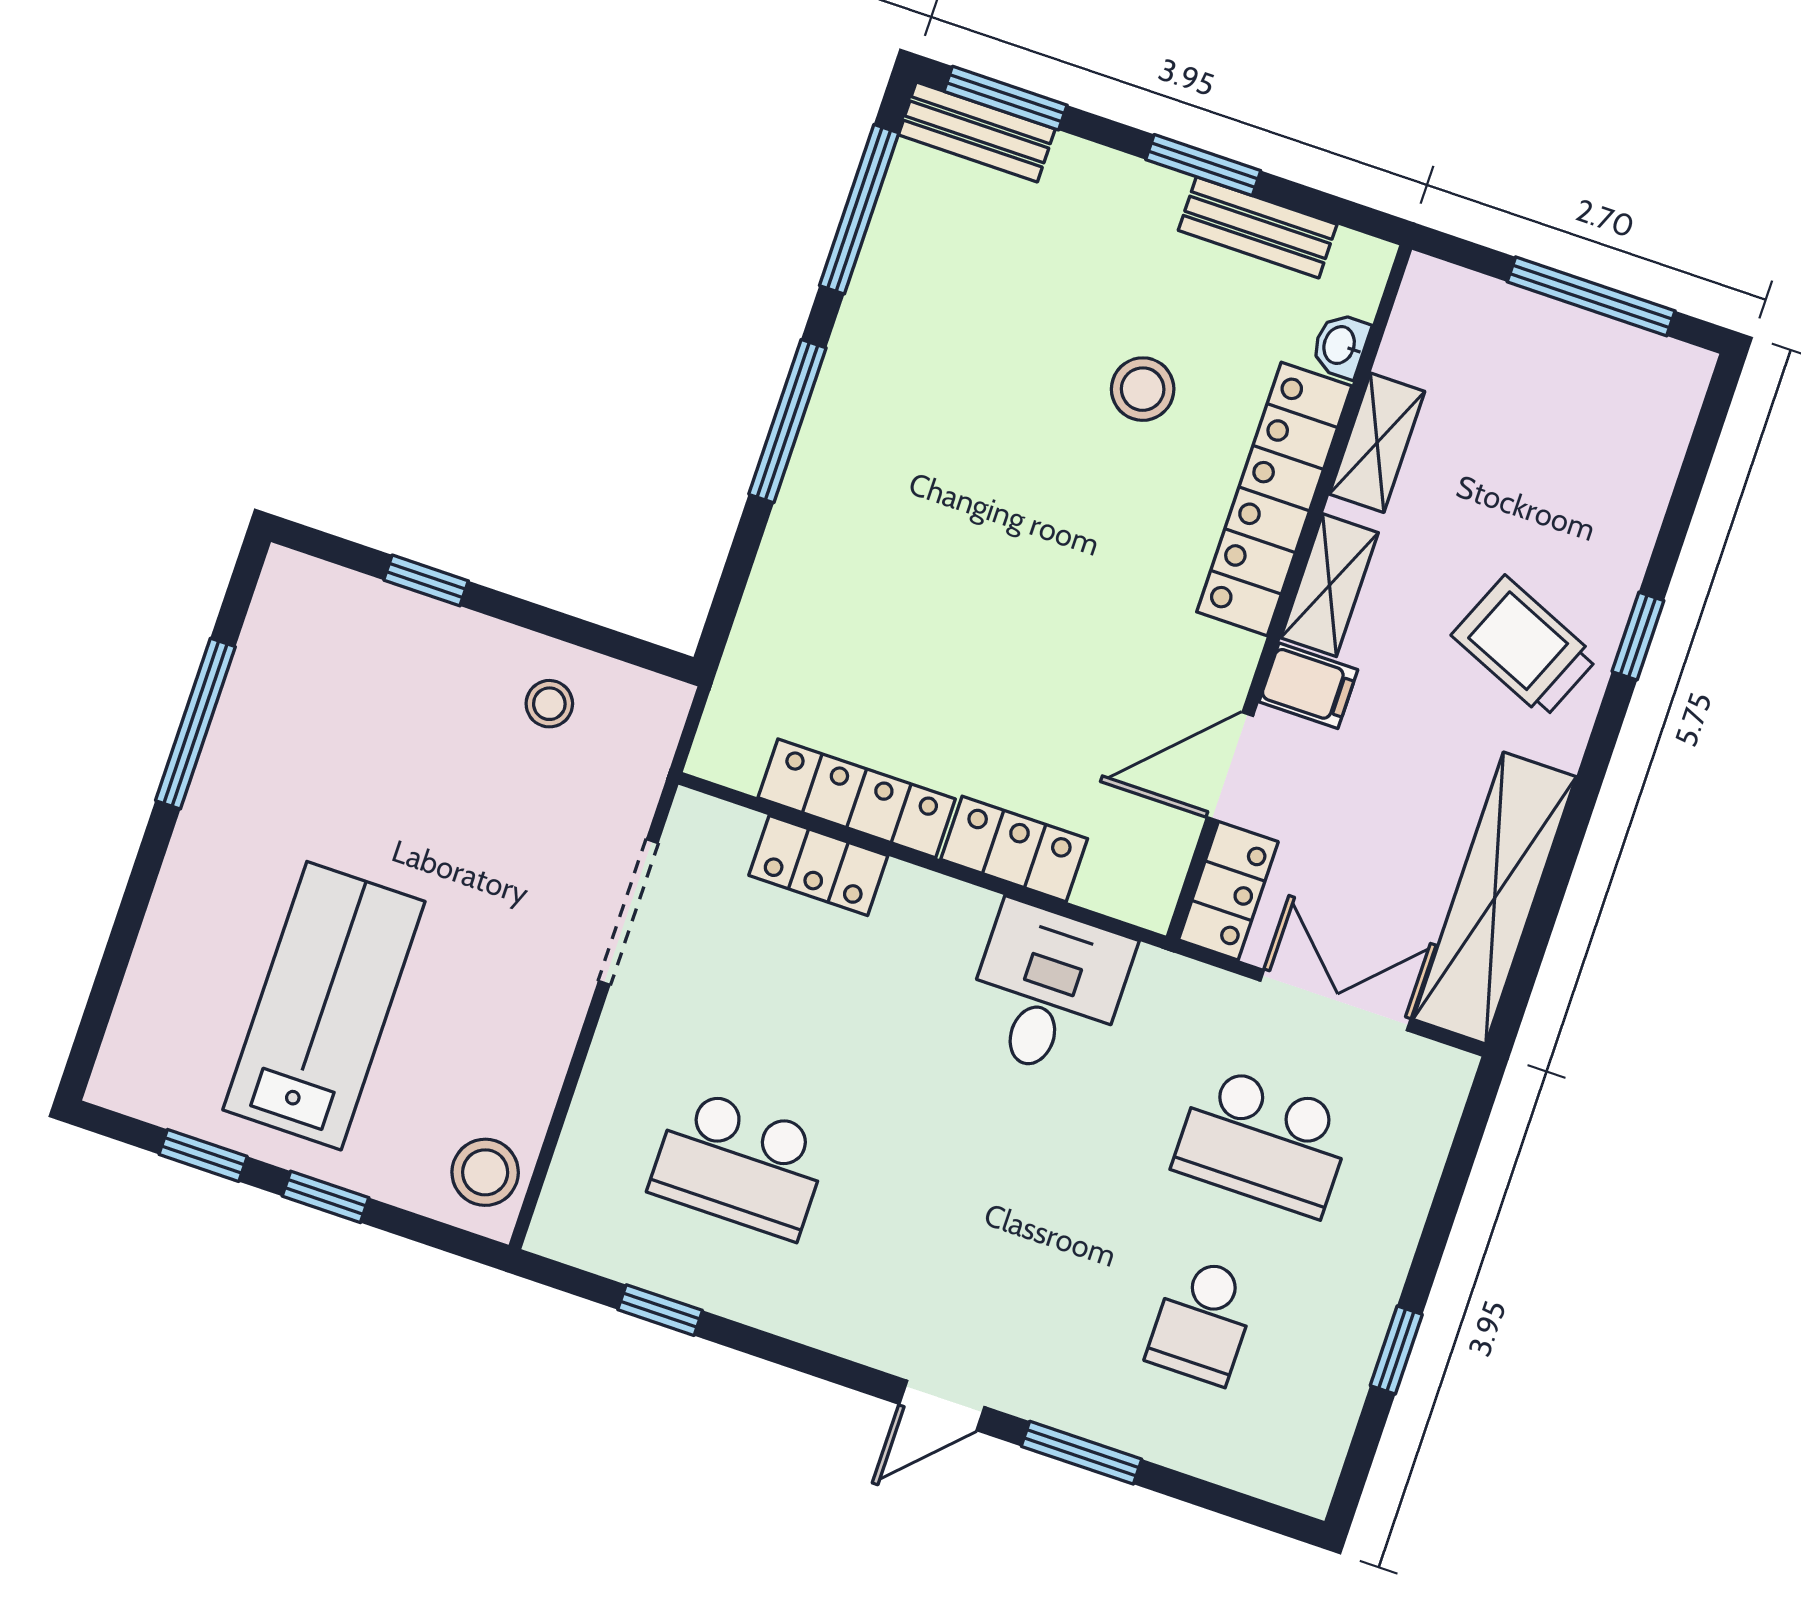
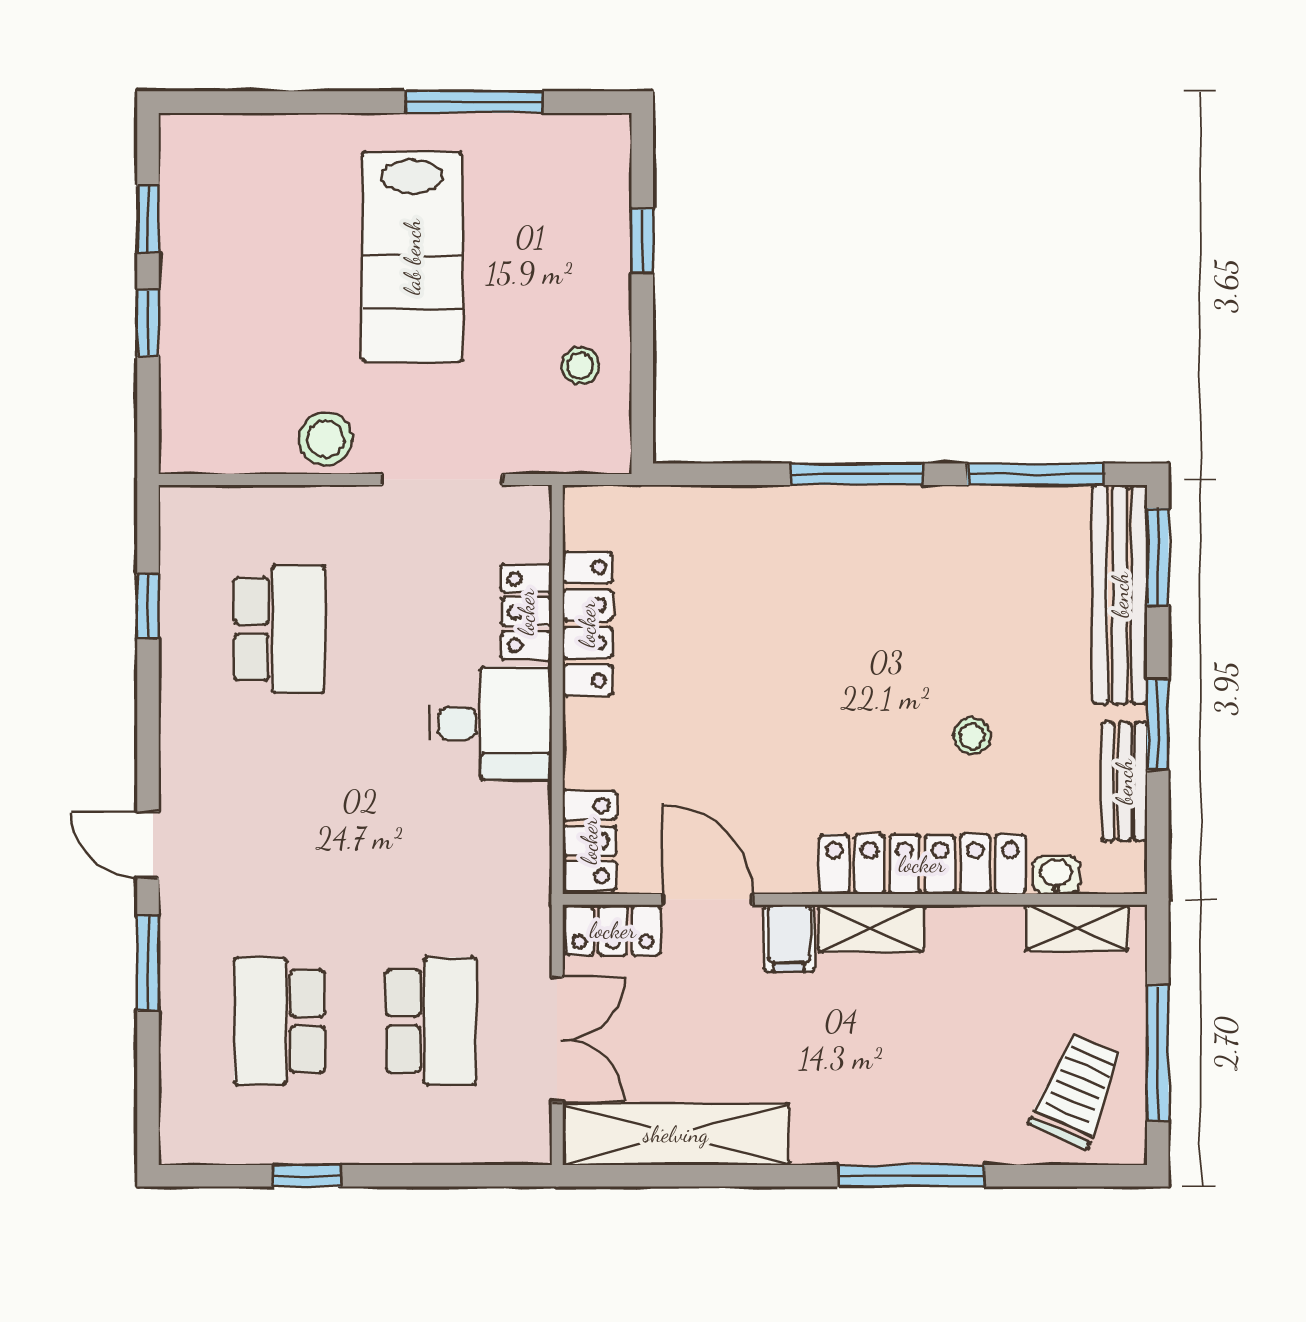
bench: (977, 132) -> (1120, 595), width x1.86, depth x1.21
stool: (1143, 389) -> (972, 736), width x0.73, depth x0.73
shelving: (1377, 443) -> (1077, 928), moved
window: (1638, 636) -> (912, 1176), width x2.17
trolley: (1525, 647) -> (1077, 1091), moved
locker: (1014, 849) -> (589, 841), moved
desk: (1048, 990) -> (490, 724), moved
lab bench: (324, 1006) -> (412, 257), moved, turned 90
school desk: (1263, 1142) -> (431, 1021), turned 180
school desk: (740, 1164) -> (279, 629), turned 180
stool: (485, 1172) -> (326, 439), moved
school desk: (1203, 1321) -> (279, 1021), width x1.85

